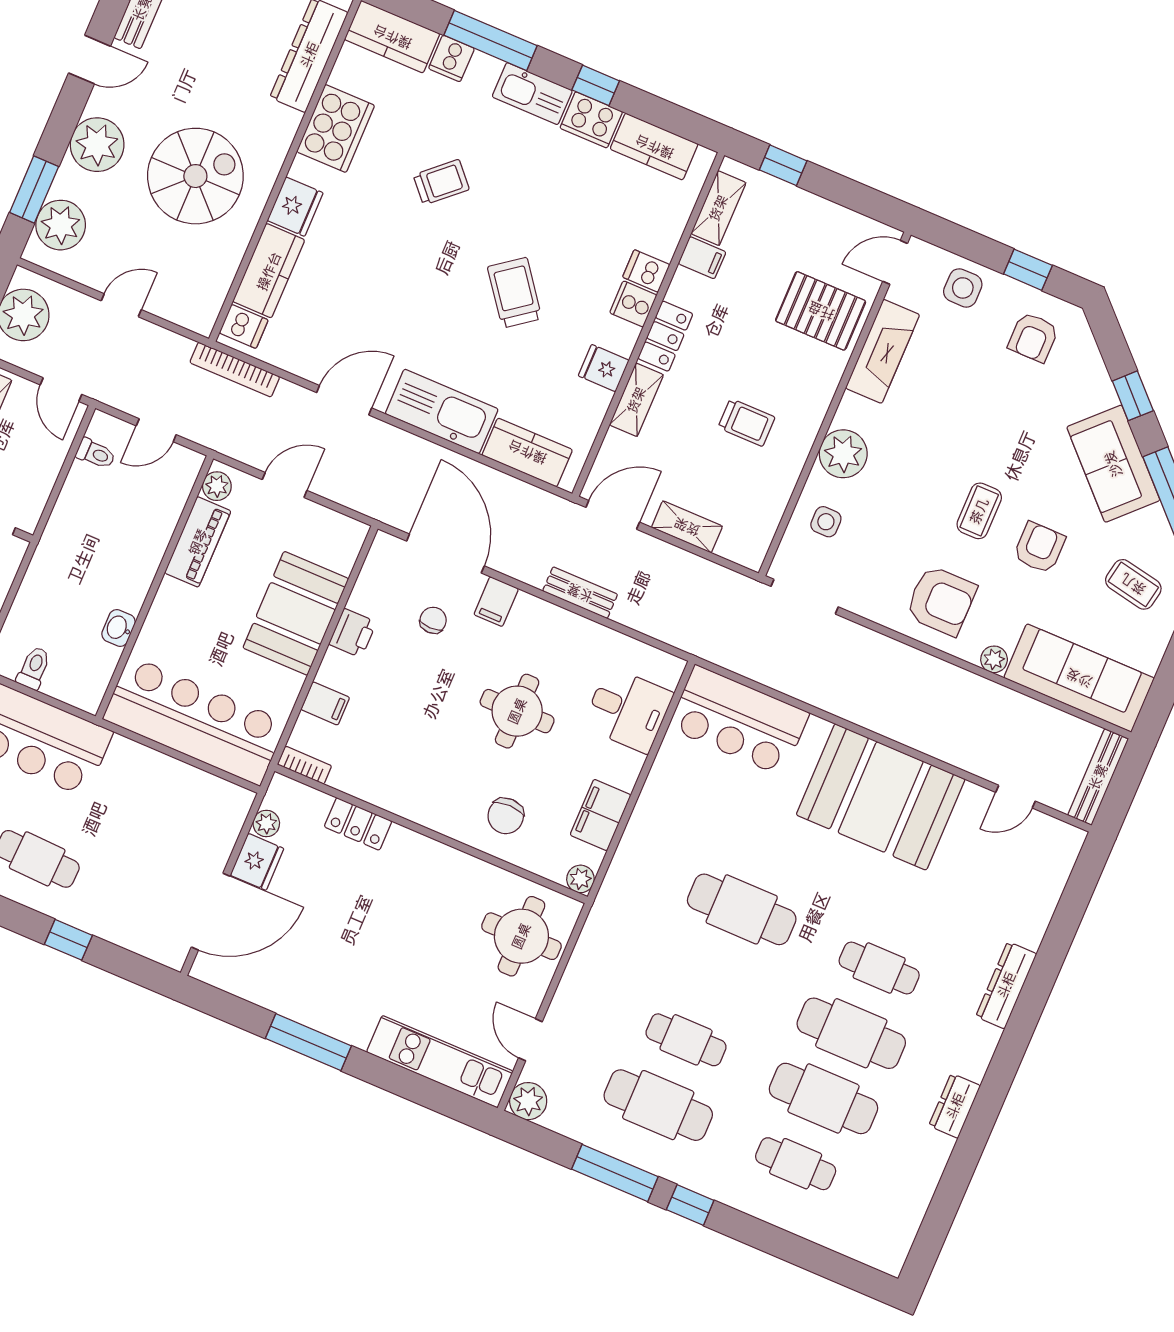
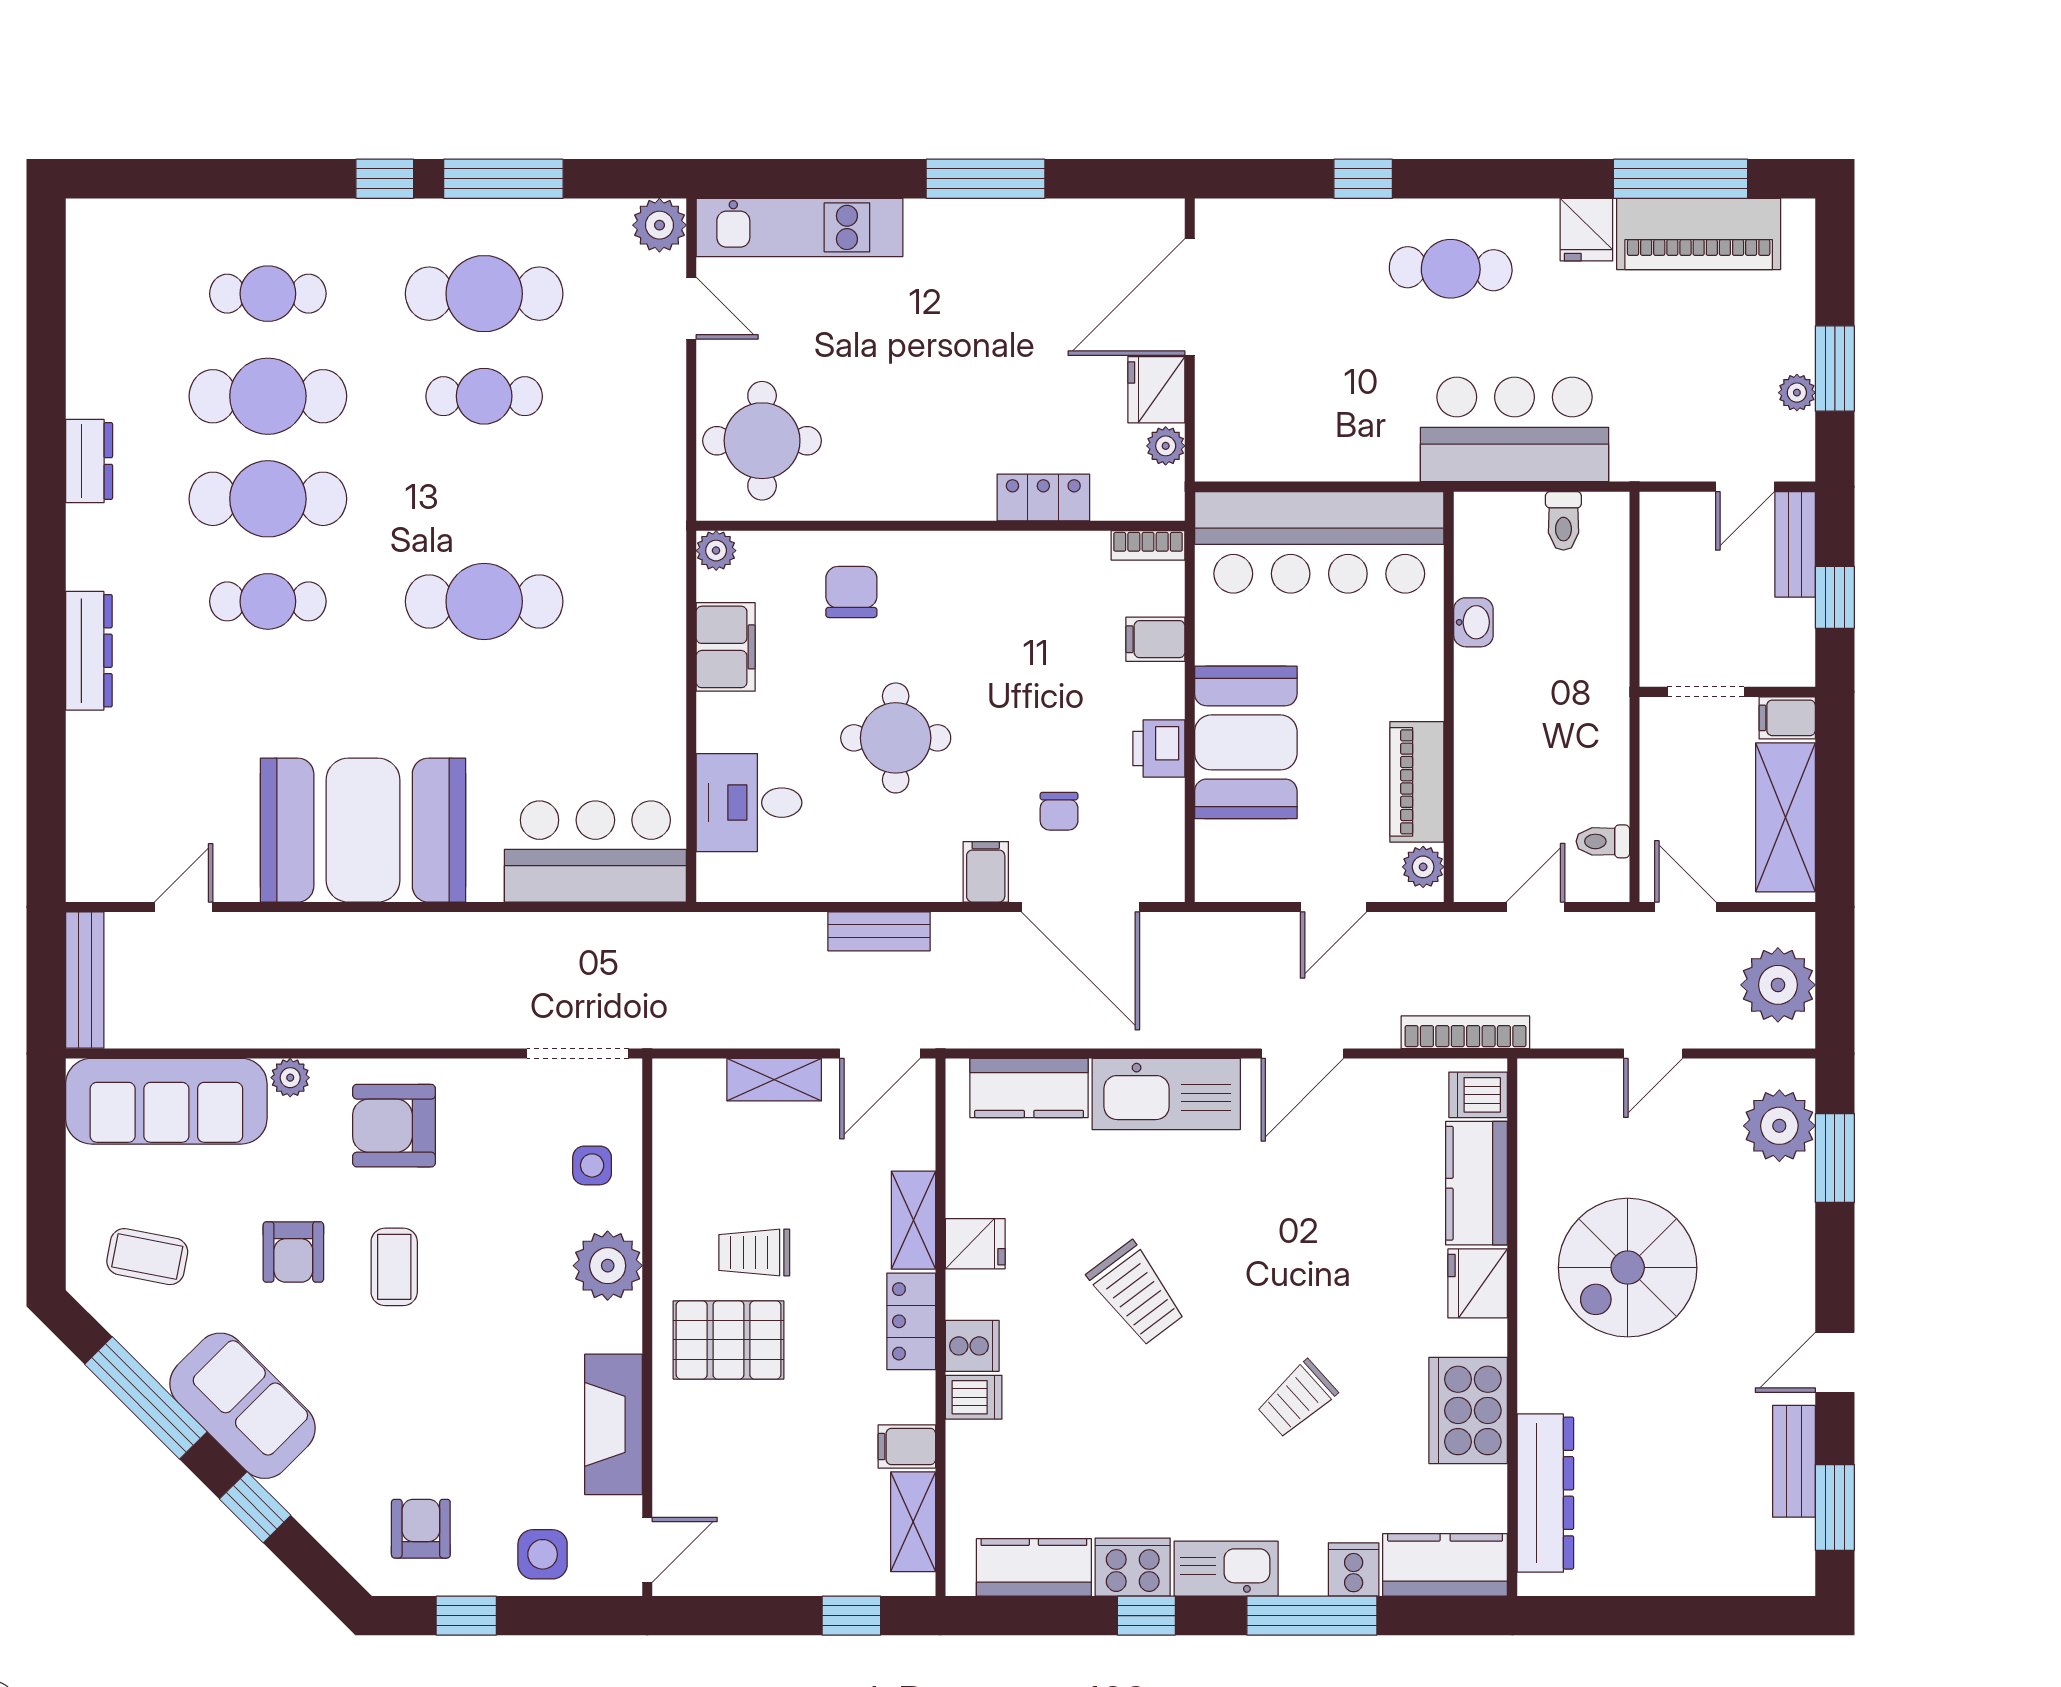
plant: (97, 145) -> (1776, 1253), removed
pallet: (821, 311) -> (728, 1340), moved

